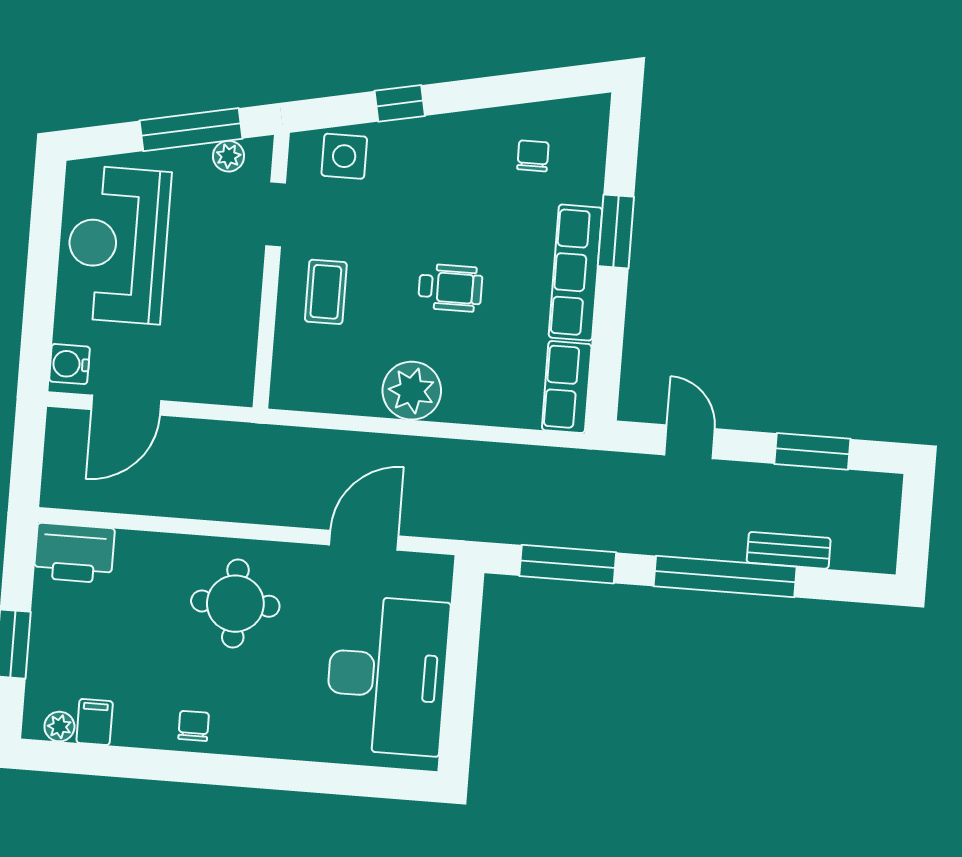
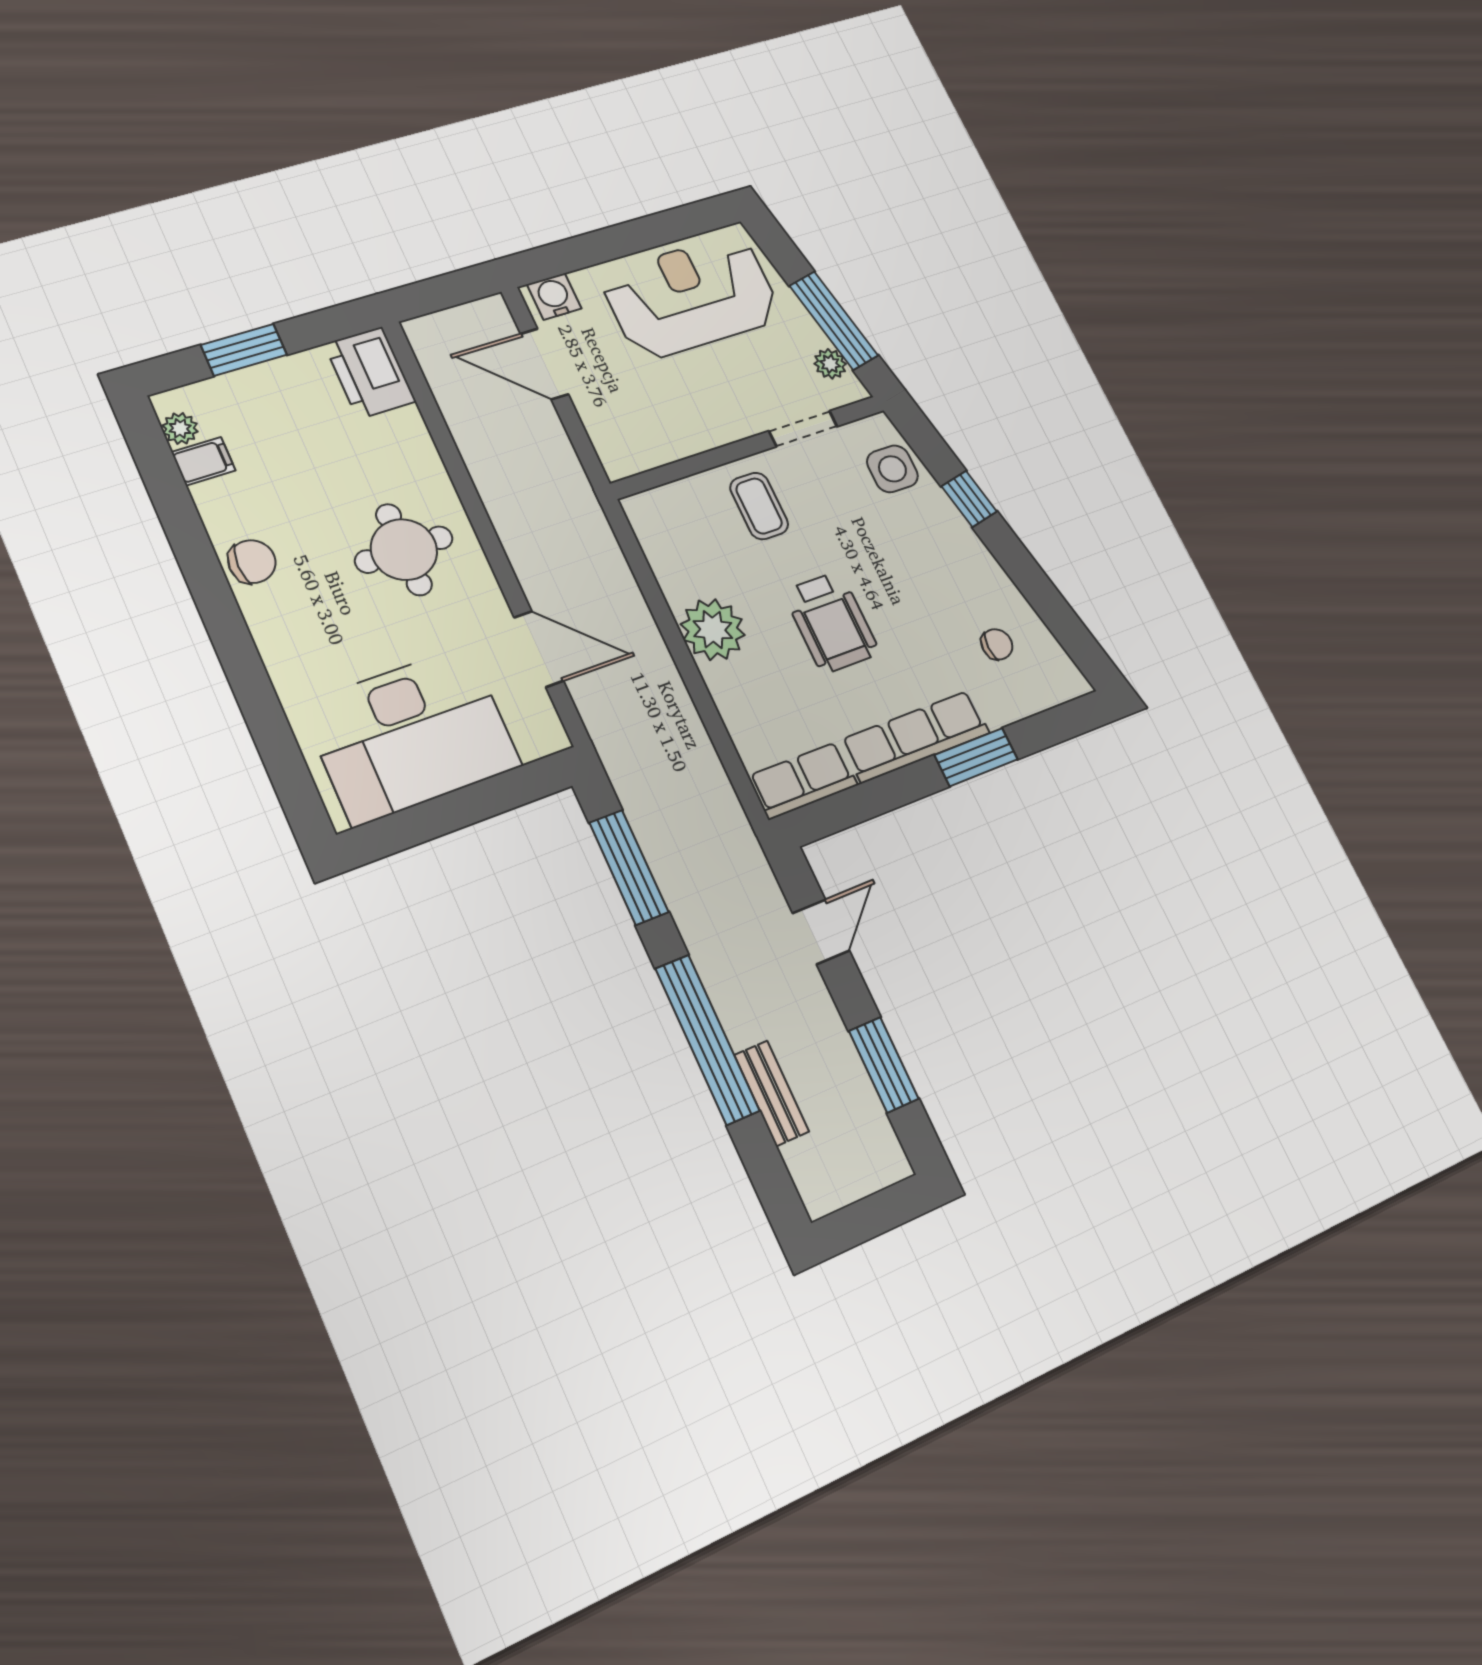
wheelchair: (450, 288) -> (831, 622), width x1.36, depth x1.37
coffee table: (326, 292) -> (759, 506), turned 90
chair: (194, 726) -> (252, 562), width x1.37, depth x1.37

